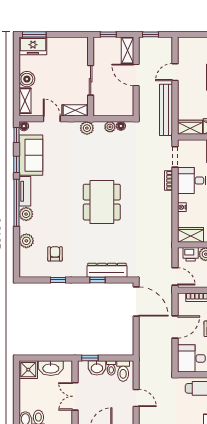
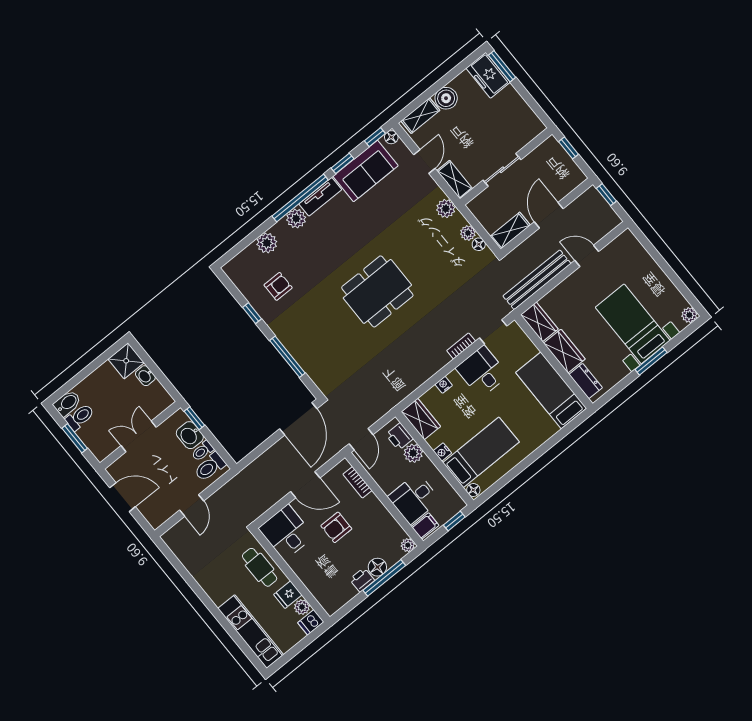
shelving: (127, 50) -> (510, 231), moved
dresser: (107, 270) -> (307, 358), removed
window: (97, 280) -> (287, 357), width x2.17
washbasin: (51, 368) -> (145, 376), width x0.52, depth x0.69

